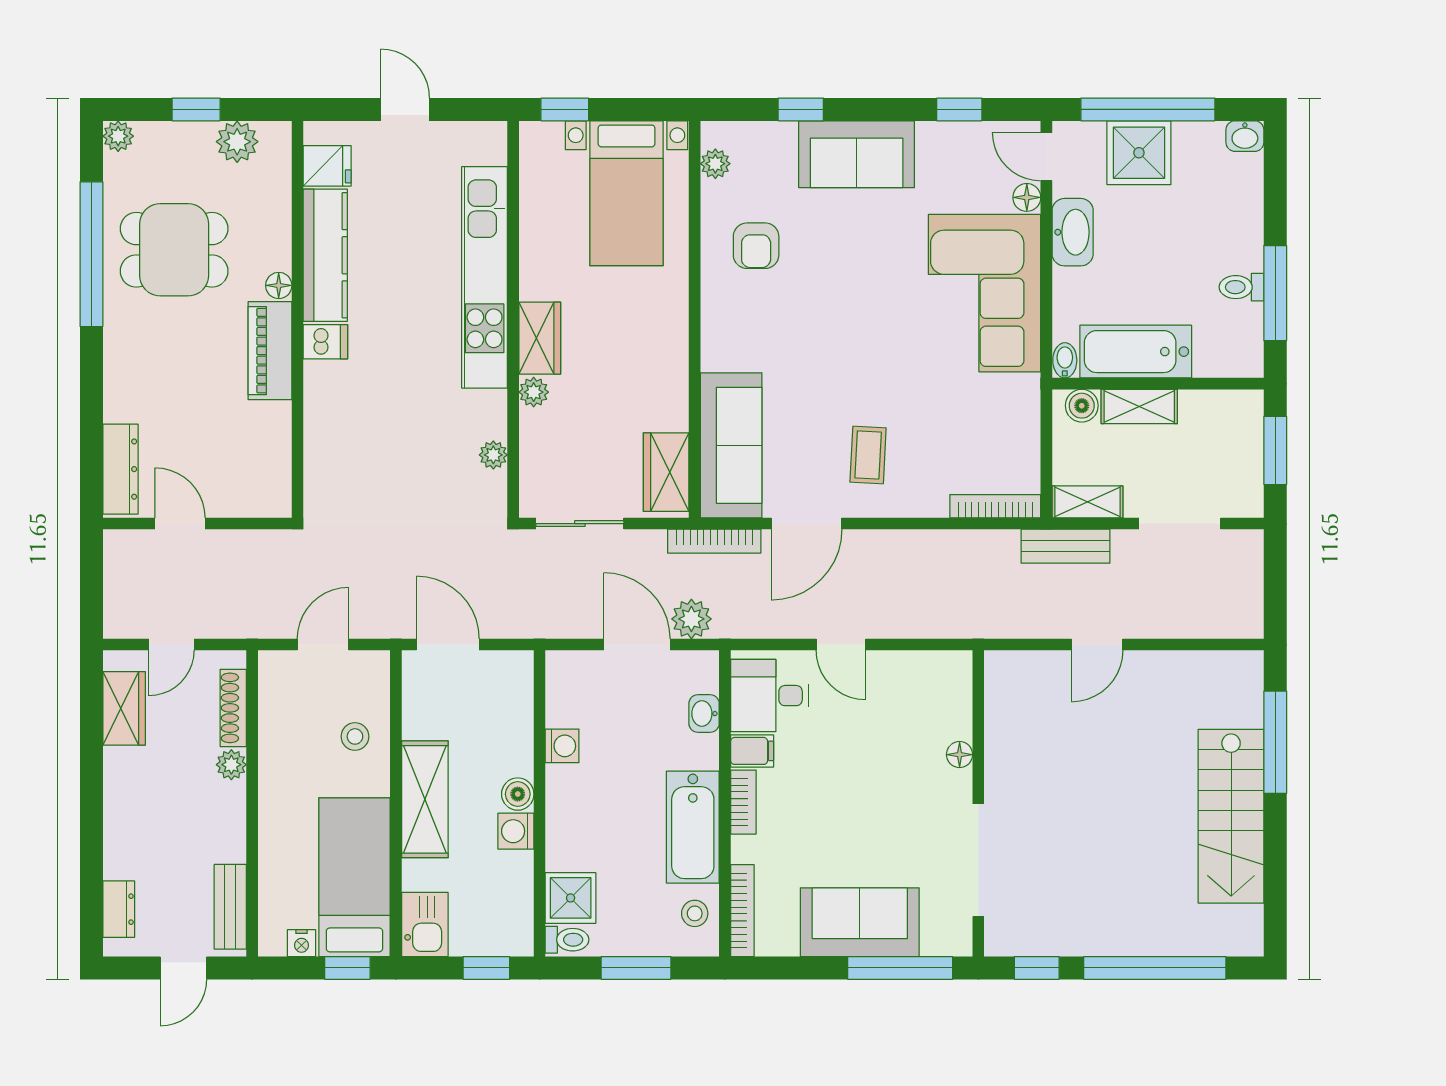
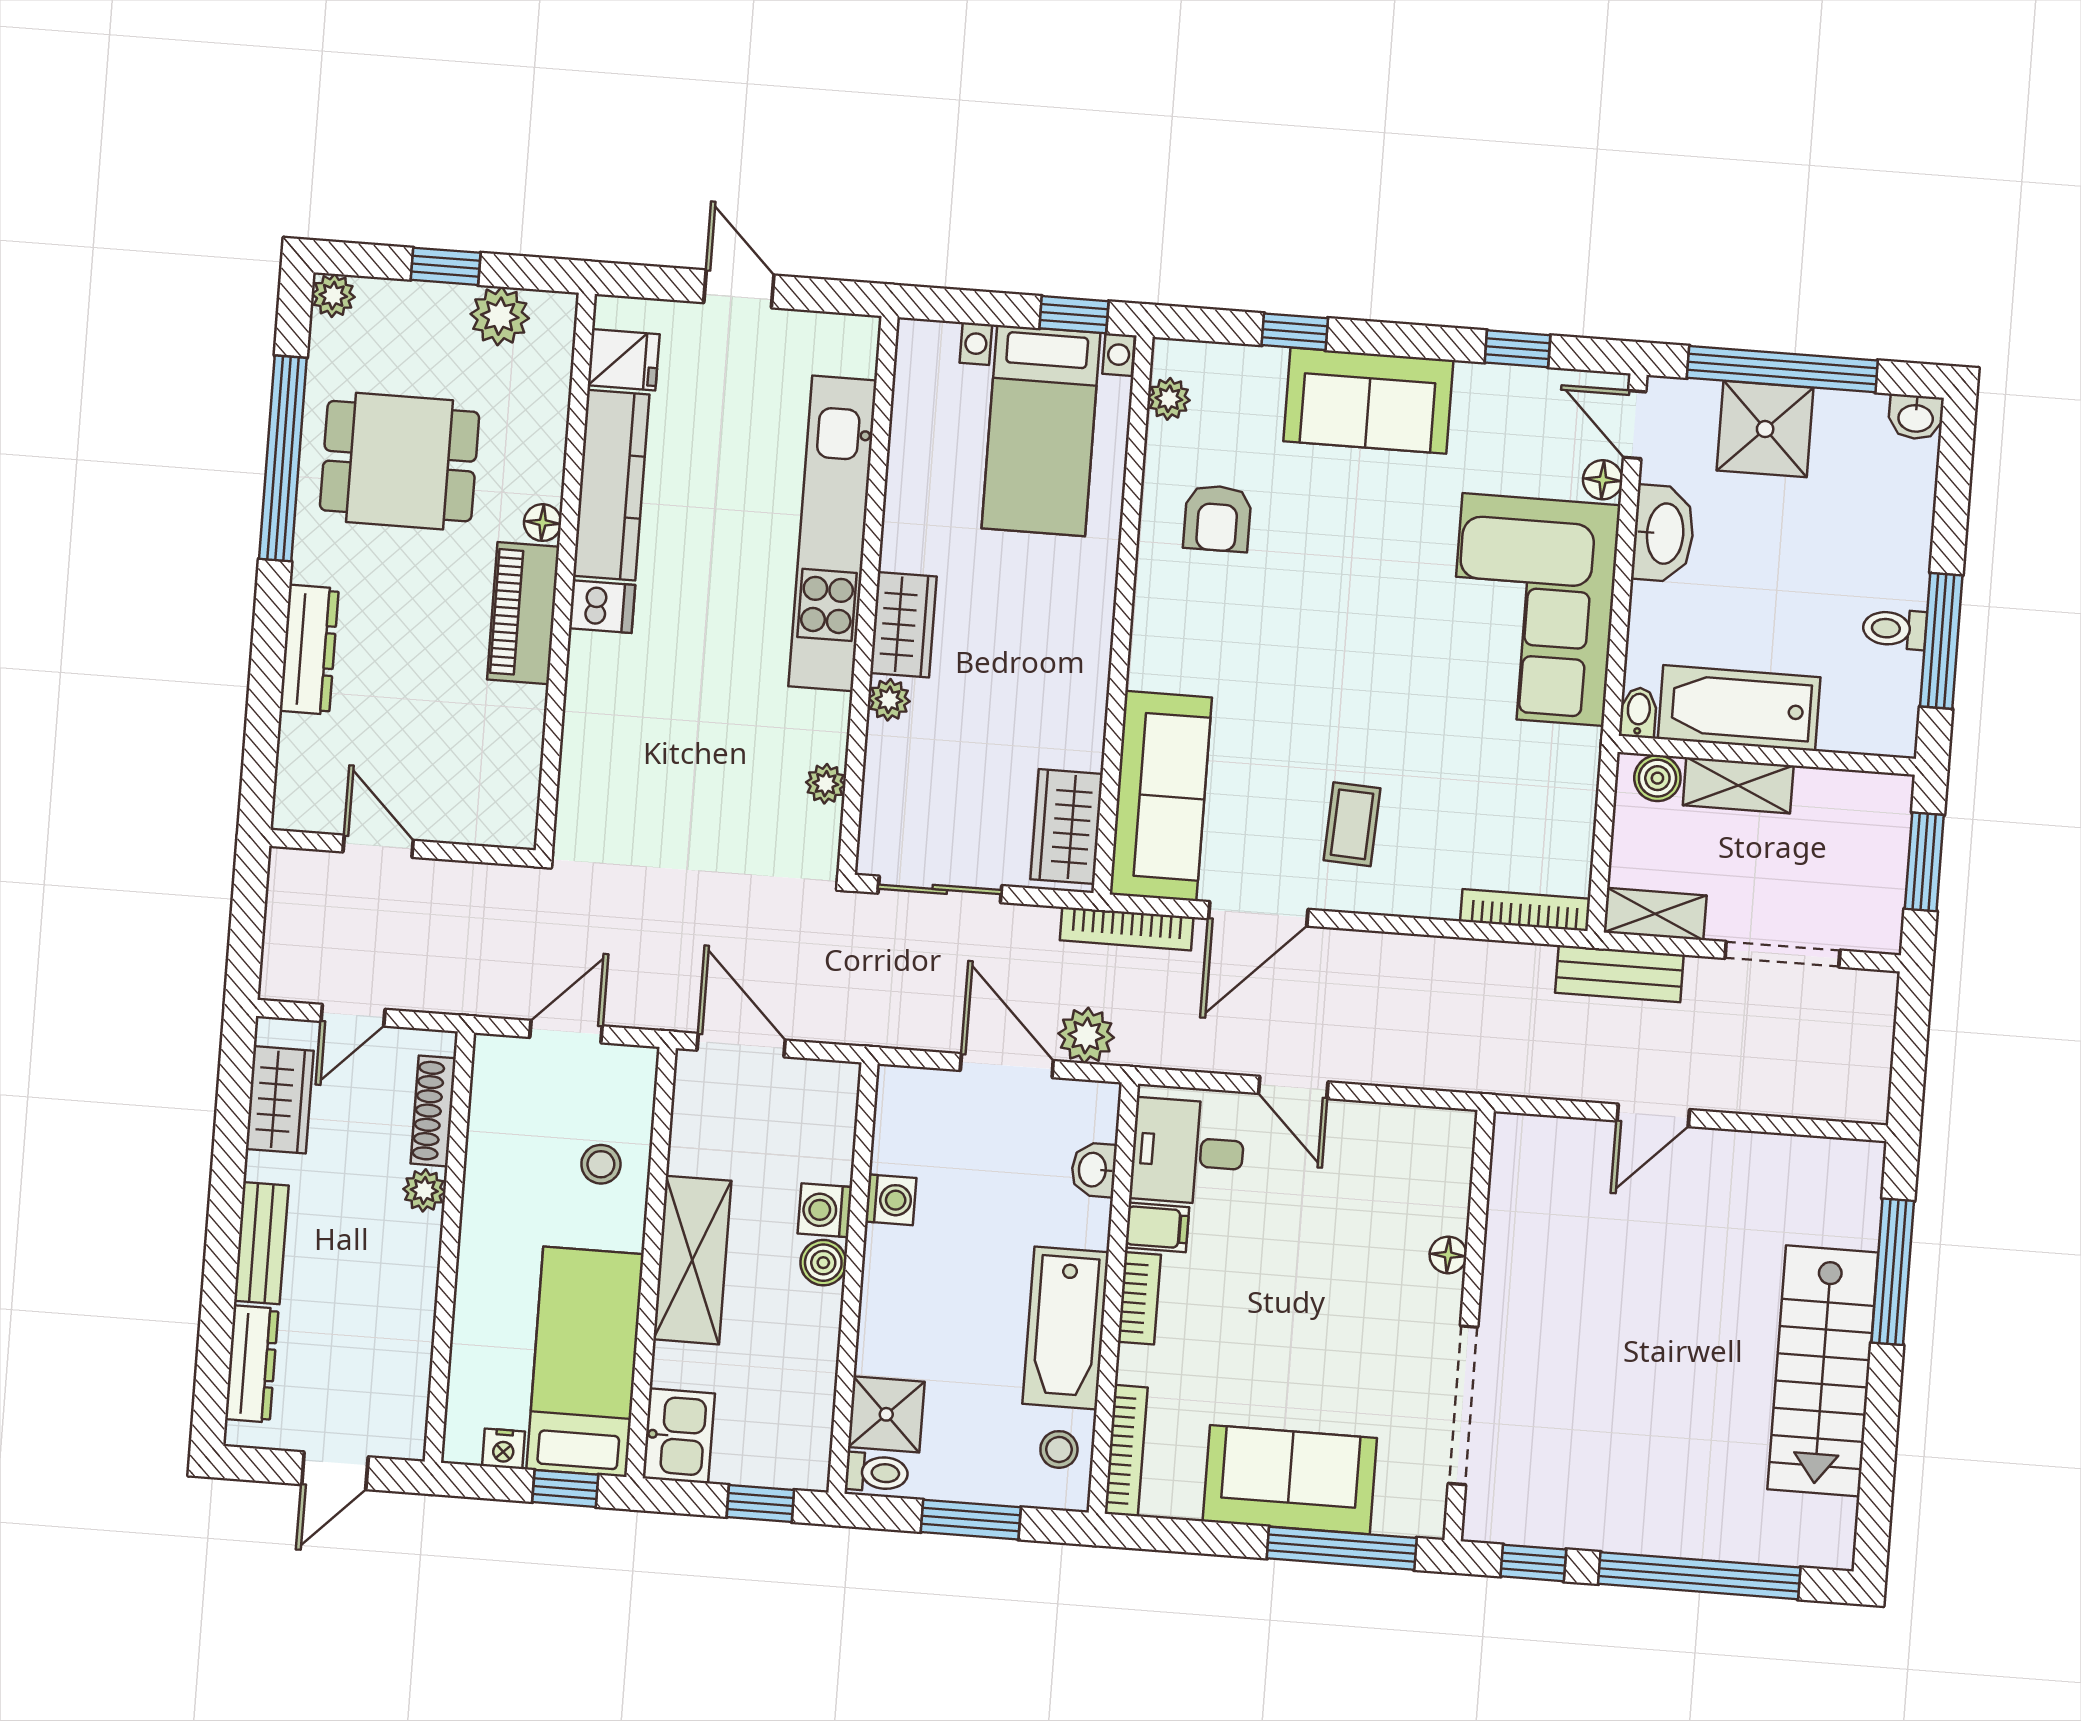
window: (565, 109) -> (1074, 315), moved
dresser: (120, 469) -> (309, 650), moved
washing machine: (516, 831) -> (825, 1210), moved
bench: (230, 907) -> (261, 1243), moved
dresser: (119, 909) -> (252, 1364), width x1.44

